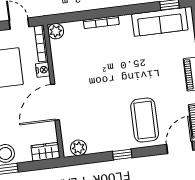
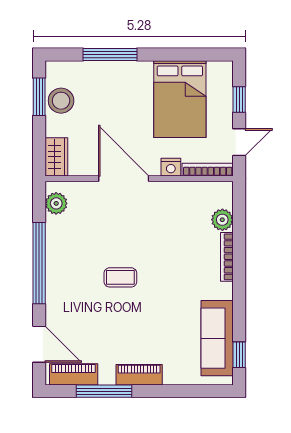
plant: (56, 31) -> (222, 220), moved
coffee table: (145, 120) -> (120, 277), moved, width x0.54, depth x0.58
window: (122, 155) -> (39, 263), width x3.17

